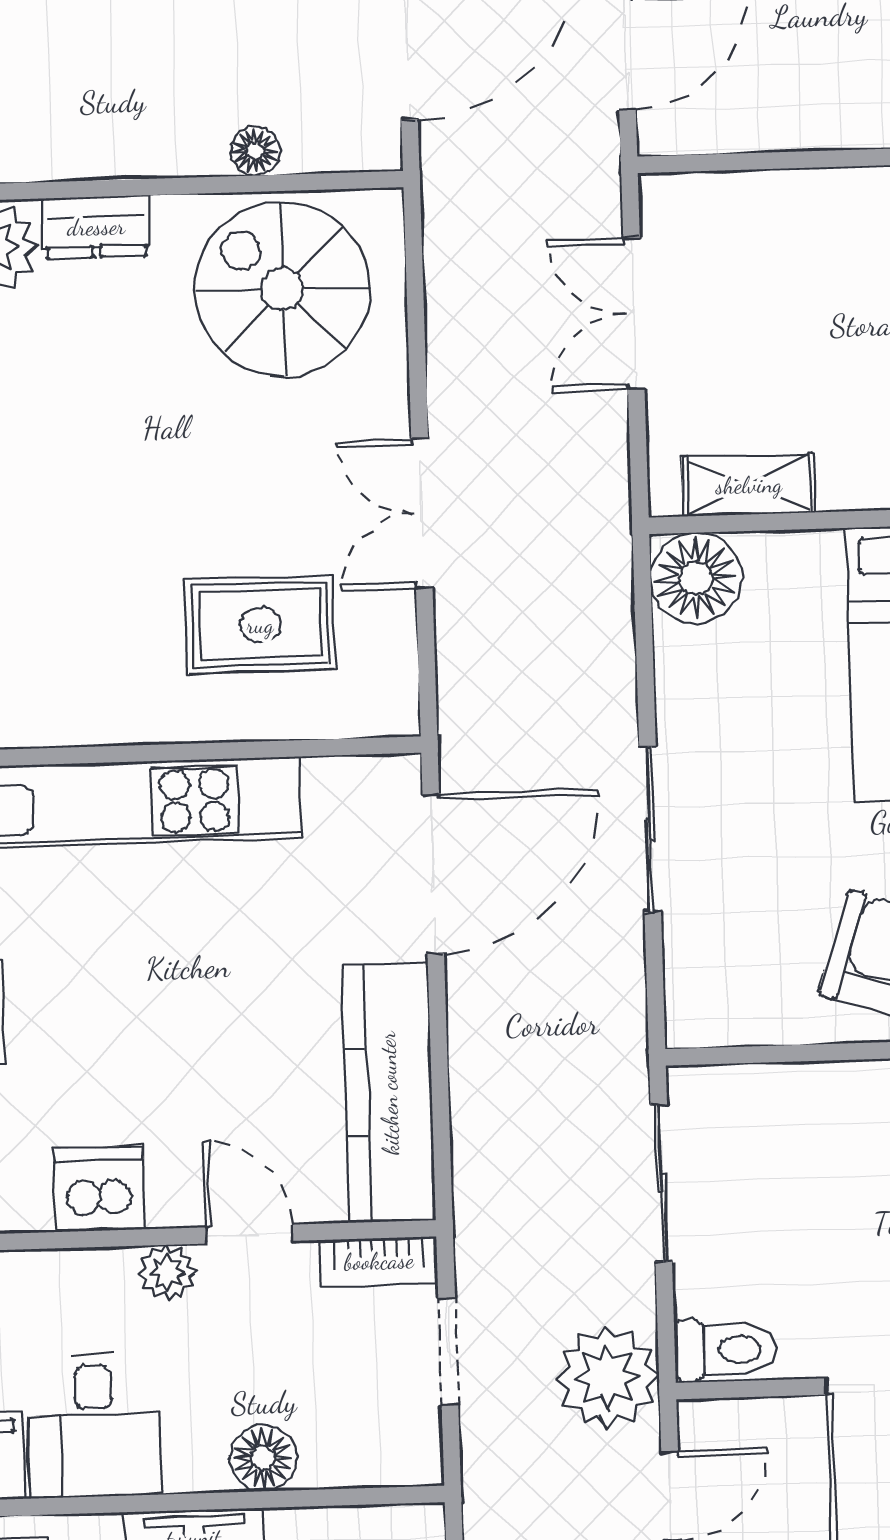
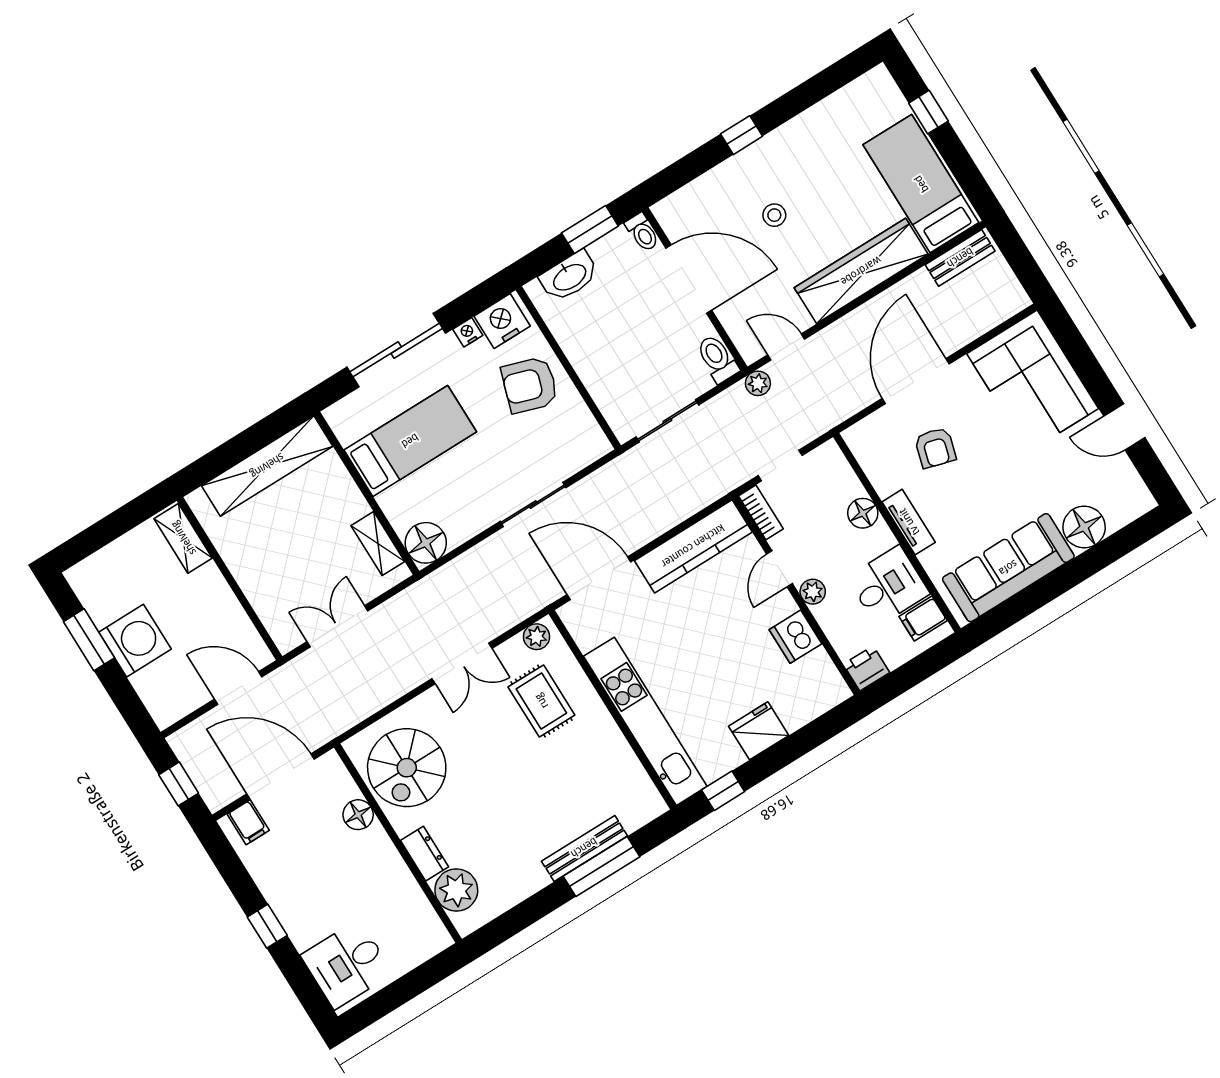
floor lamp: (255, 151) -> (358, 815), width x1.37, depth x1.37
double door: (634, 314) -> (337, 626), swing flipped
plant: (390, 687) -> (537, 637), added
plant: (607, 1377) -> (758, 383), width x0.53, depth x0.53

